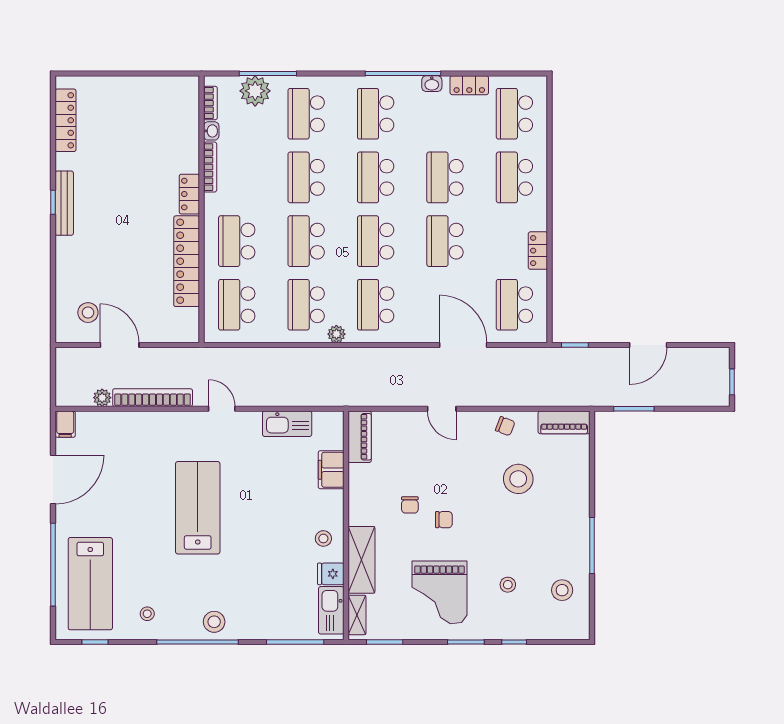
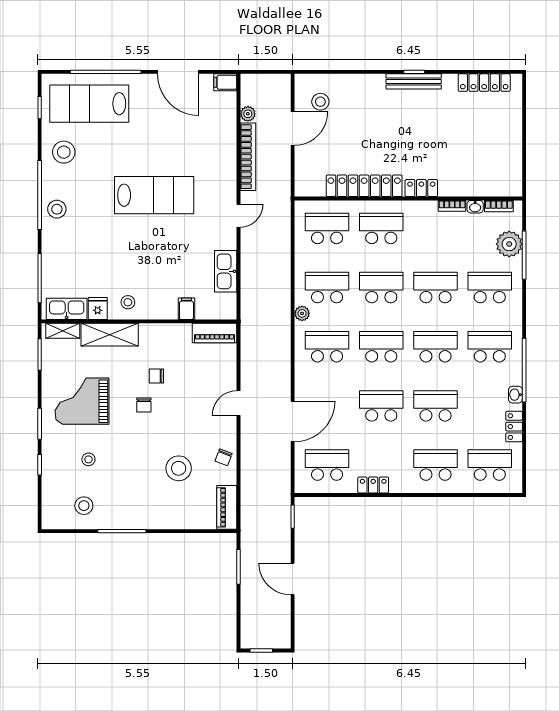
bookcase: (210, 167) -> (452, 206), width x0.64
filing cabinet: (331, 470) -> (186, 309), width x0.50
stool: (147, 614) -> (64, 152), width x1.89, depth x1.89

